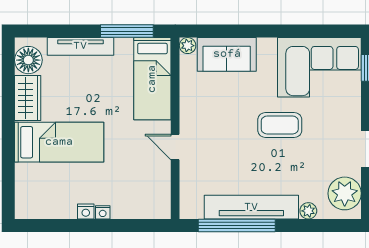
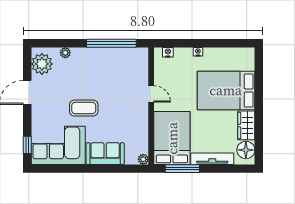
sofa: (227, 54) -> (105, 154), moved
bed: (152, 79) -> (172, 138), width x1.50
bed: (59, 142) -> (226, 90), width x1.50
tv unit: (251, 207) -> (102, 55), removed
nightstand: (86, 212) -> (168, 52), moved

